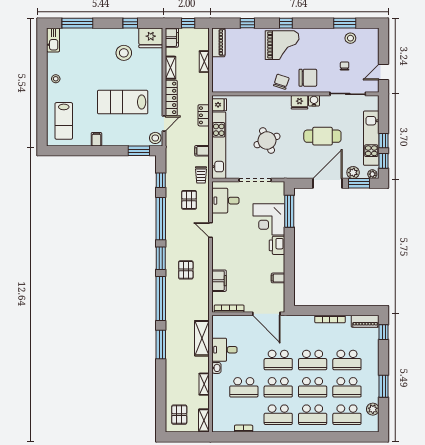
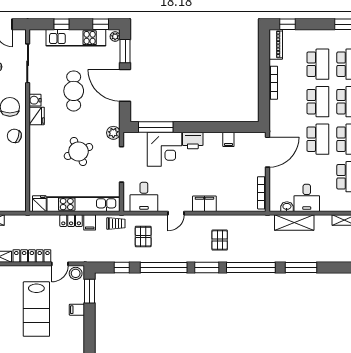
locker: (204, 115) -> (71, 221), moved
door: (164, 124) -> (60, 264), swing flipped
filing cabinet: (96, 139) -> (77, 310), moved
window: (384, 141) -> (62, 24), moved
plant: (353, 173) -> (113, 133), moved
pallet: (189, 200) -> (143, 237), turned 90
pallet: (186, 270) -> (220, 240), turned 90
filing cabinet: (219, 281) -> (204, 204), moved
washbasin: (216, 368) -> (287, 207), moved

